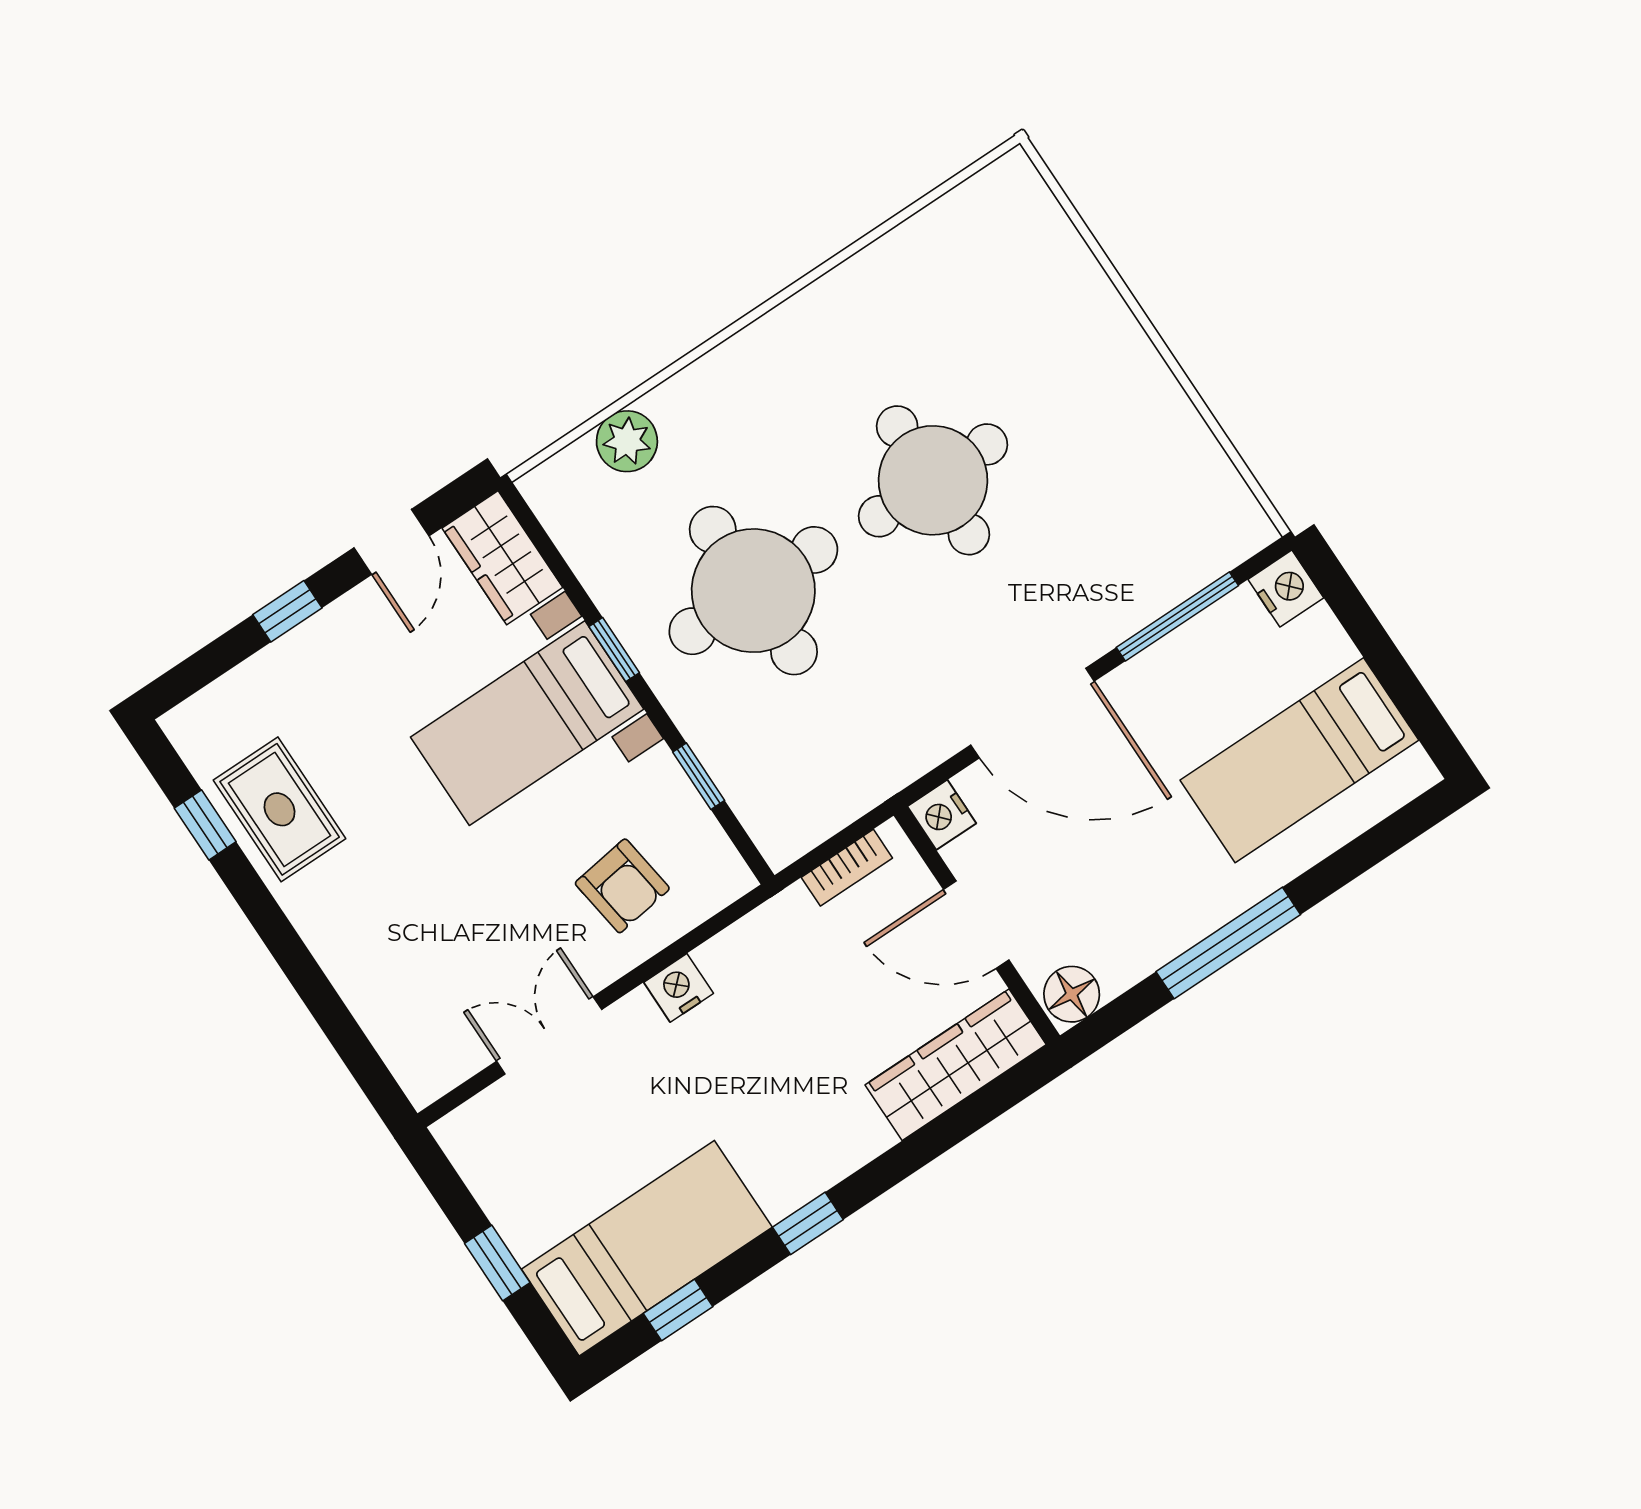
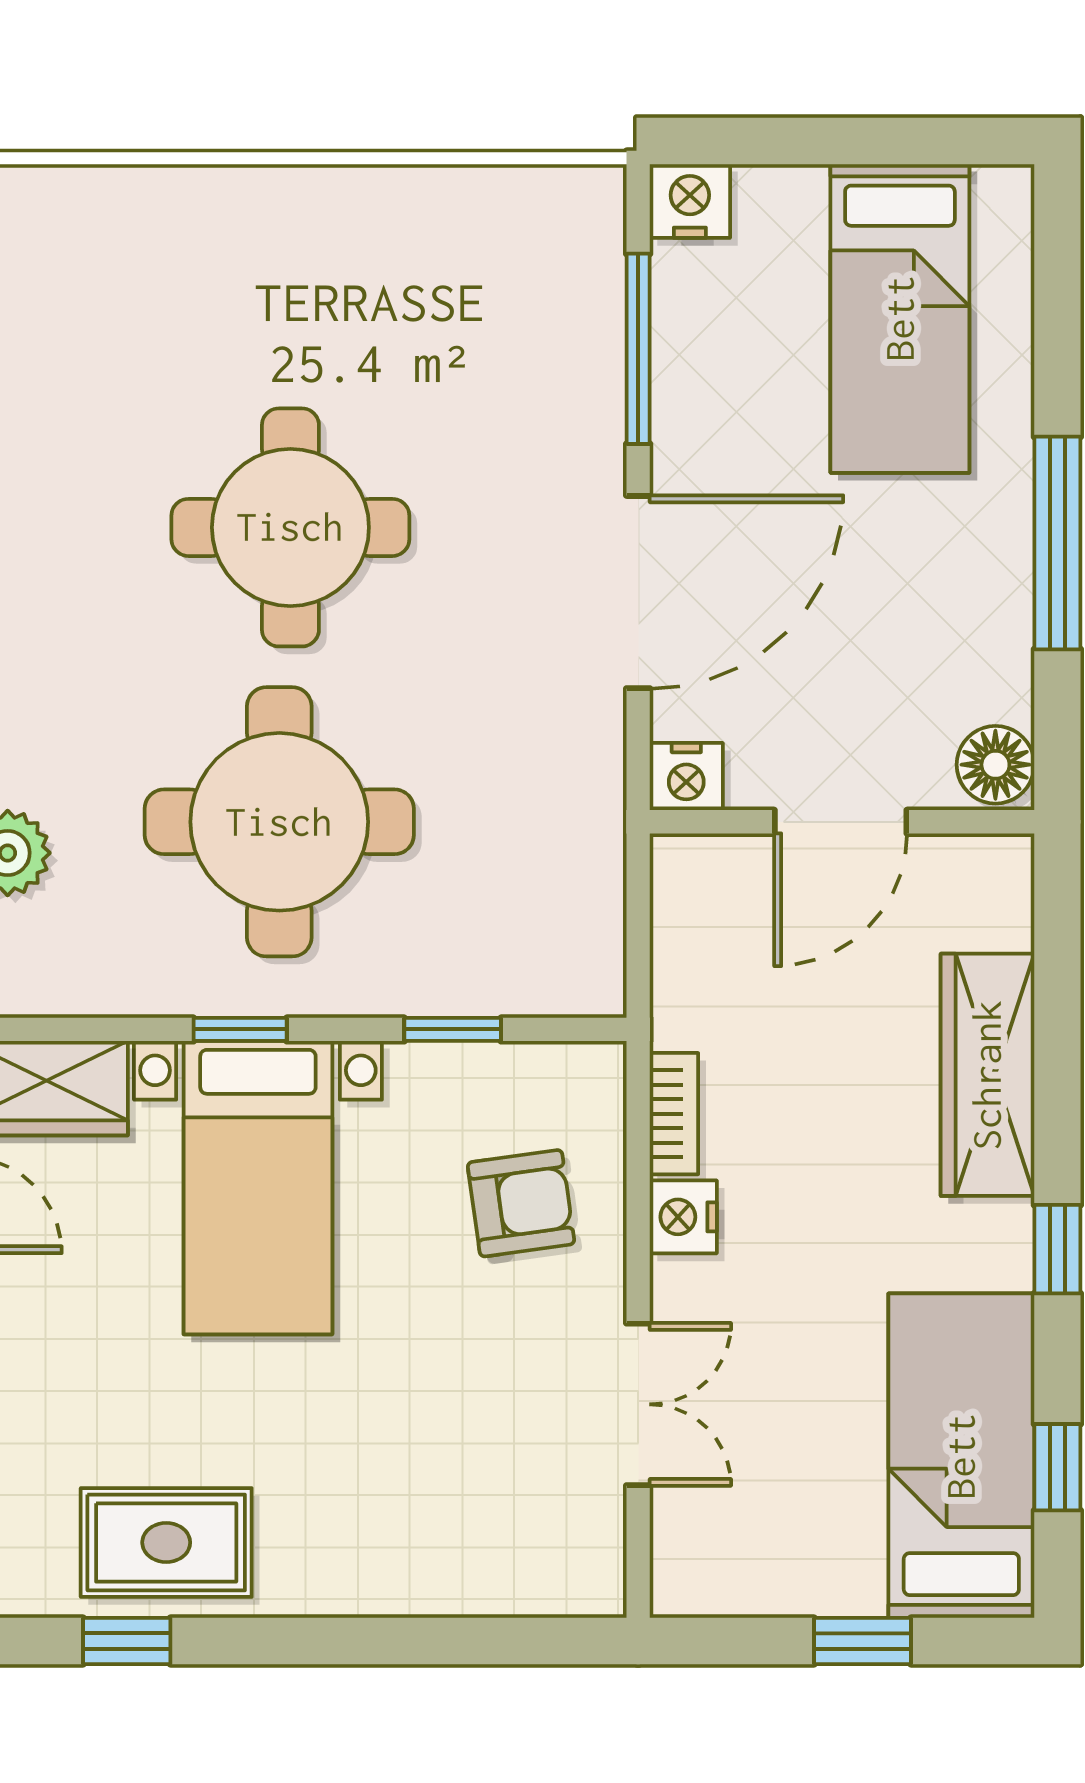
bookcase: (847, 868) -> (674, 1114), moved
double door: (549, 1035) -> (638, 1404), swing flipped
wardrobe: (956, 1065) -> (987, 1075), moved

